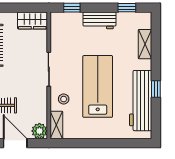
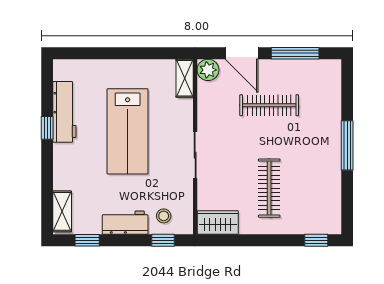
shelving: (145, 44) -> (62, 211), moved
stool: (64, 99) -> (164, 216), moved
workbench: (141, 101) -> (64, 112), width x0.73, depth x0.76

